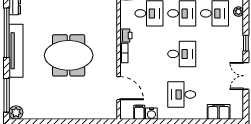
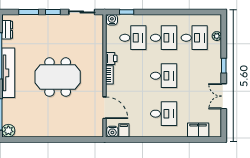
desk: (182, 94) -> (164, 114), turned 180
water cooler: (151, 114) -> (112, 132), moved

